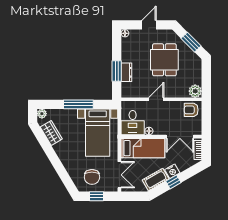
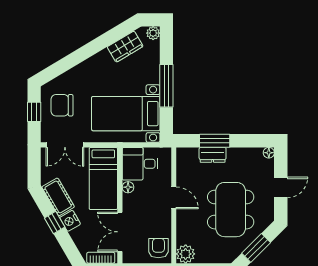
door: (149, 25) -> (281, 187), hinge flipped
dining table: (164, 60) -> (231, 210), width x1.38

